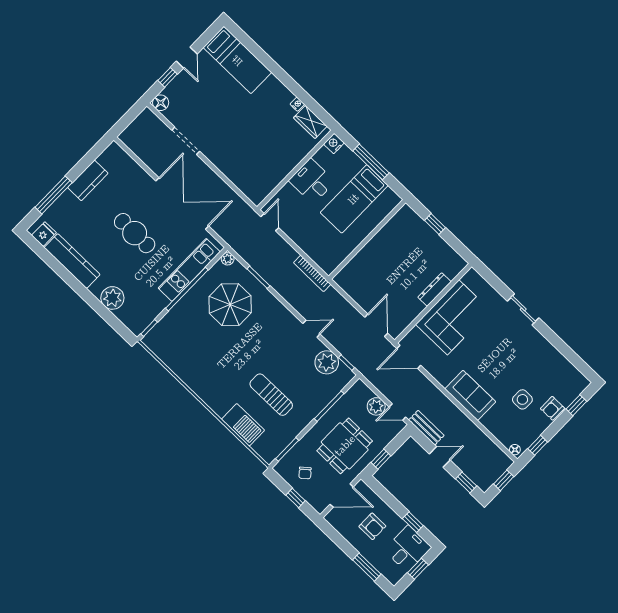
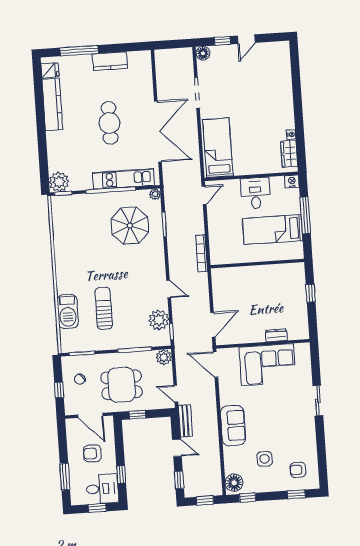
bed: (237, 60) -> (218, 148), moved, turned 180
dresser: (434, 290) -> (276, 335), width x0.70
plant: (112, 298) -> (59, 182), moved
plant: (376, 406) -> (164, 357), moved
armchair: (552, 408) -> (298, 470), moved
floor lamp: (515, 450) -> (234, 483), width x1.89, depth x1.89
armchair: (372, 526) -> (92, 453), turned 91

